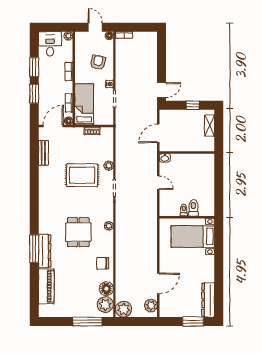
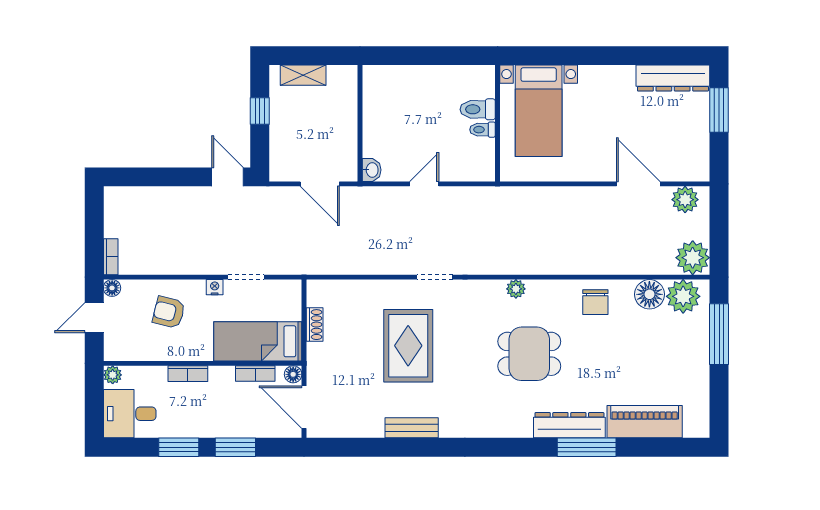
bench: (43, 153) -> (412, 428), moved
plant: (109, 166) -> (388, 289), removed
window: (34, 249) -> (587, 447), moved

